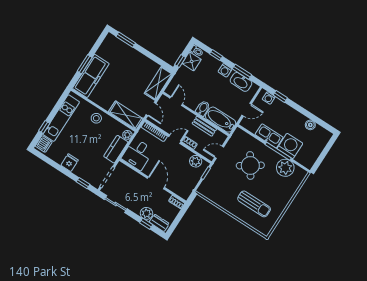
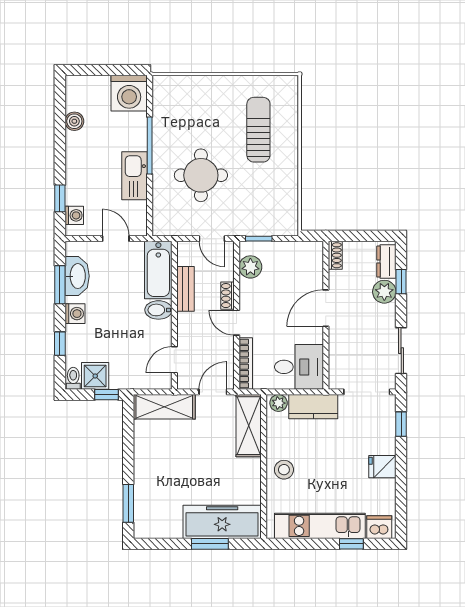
washing machine: (290, 146) -> (129, 93), moved, turned -90
round table: (250, 165) -> (201, 175), turned 34
plant: (285, 168) -> (169, 117), removed

